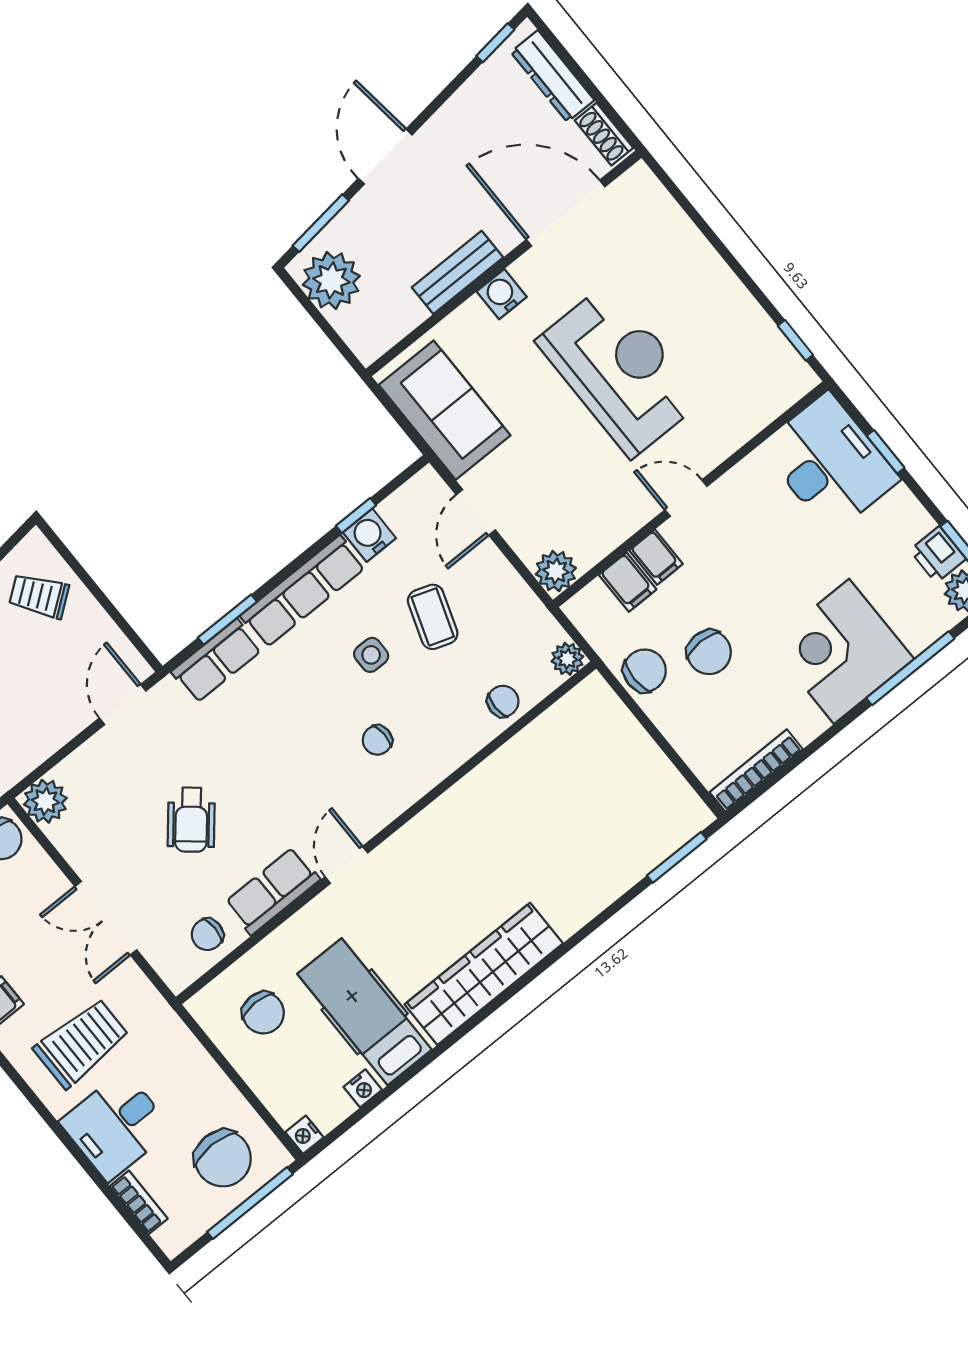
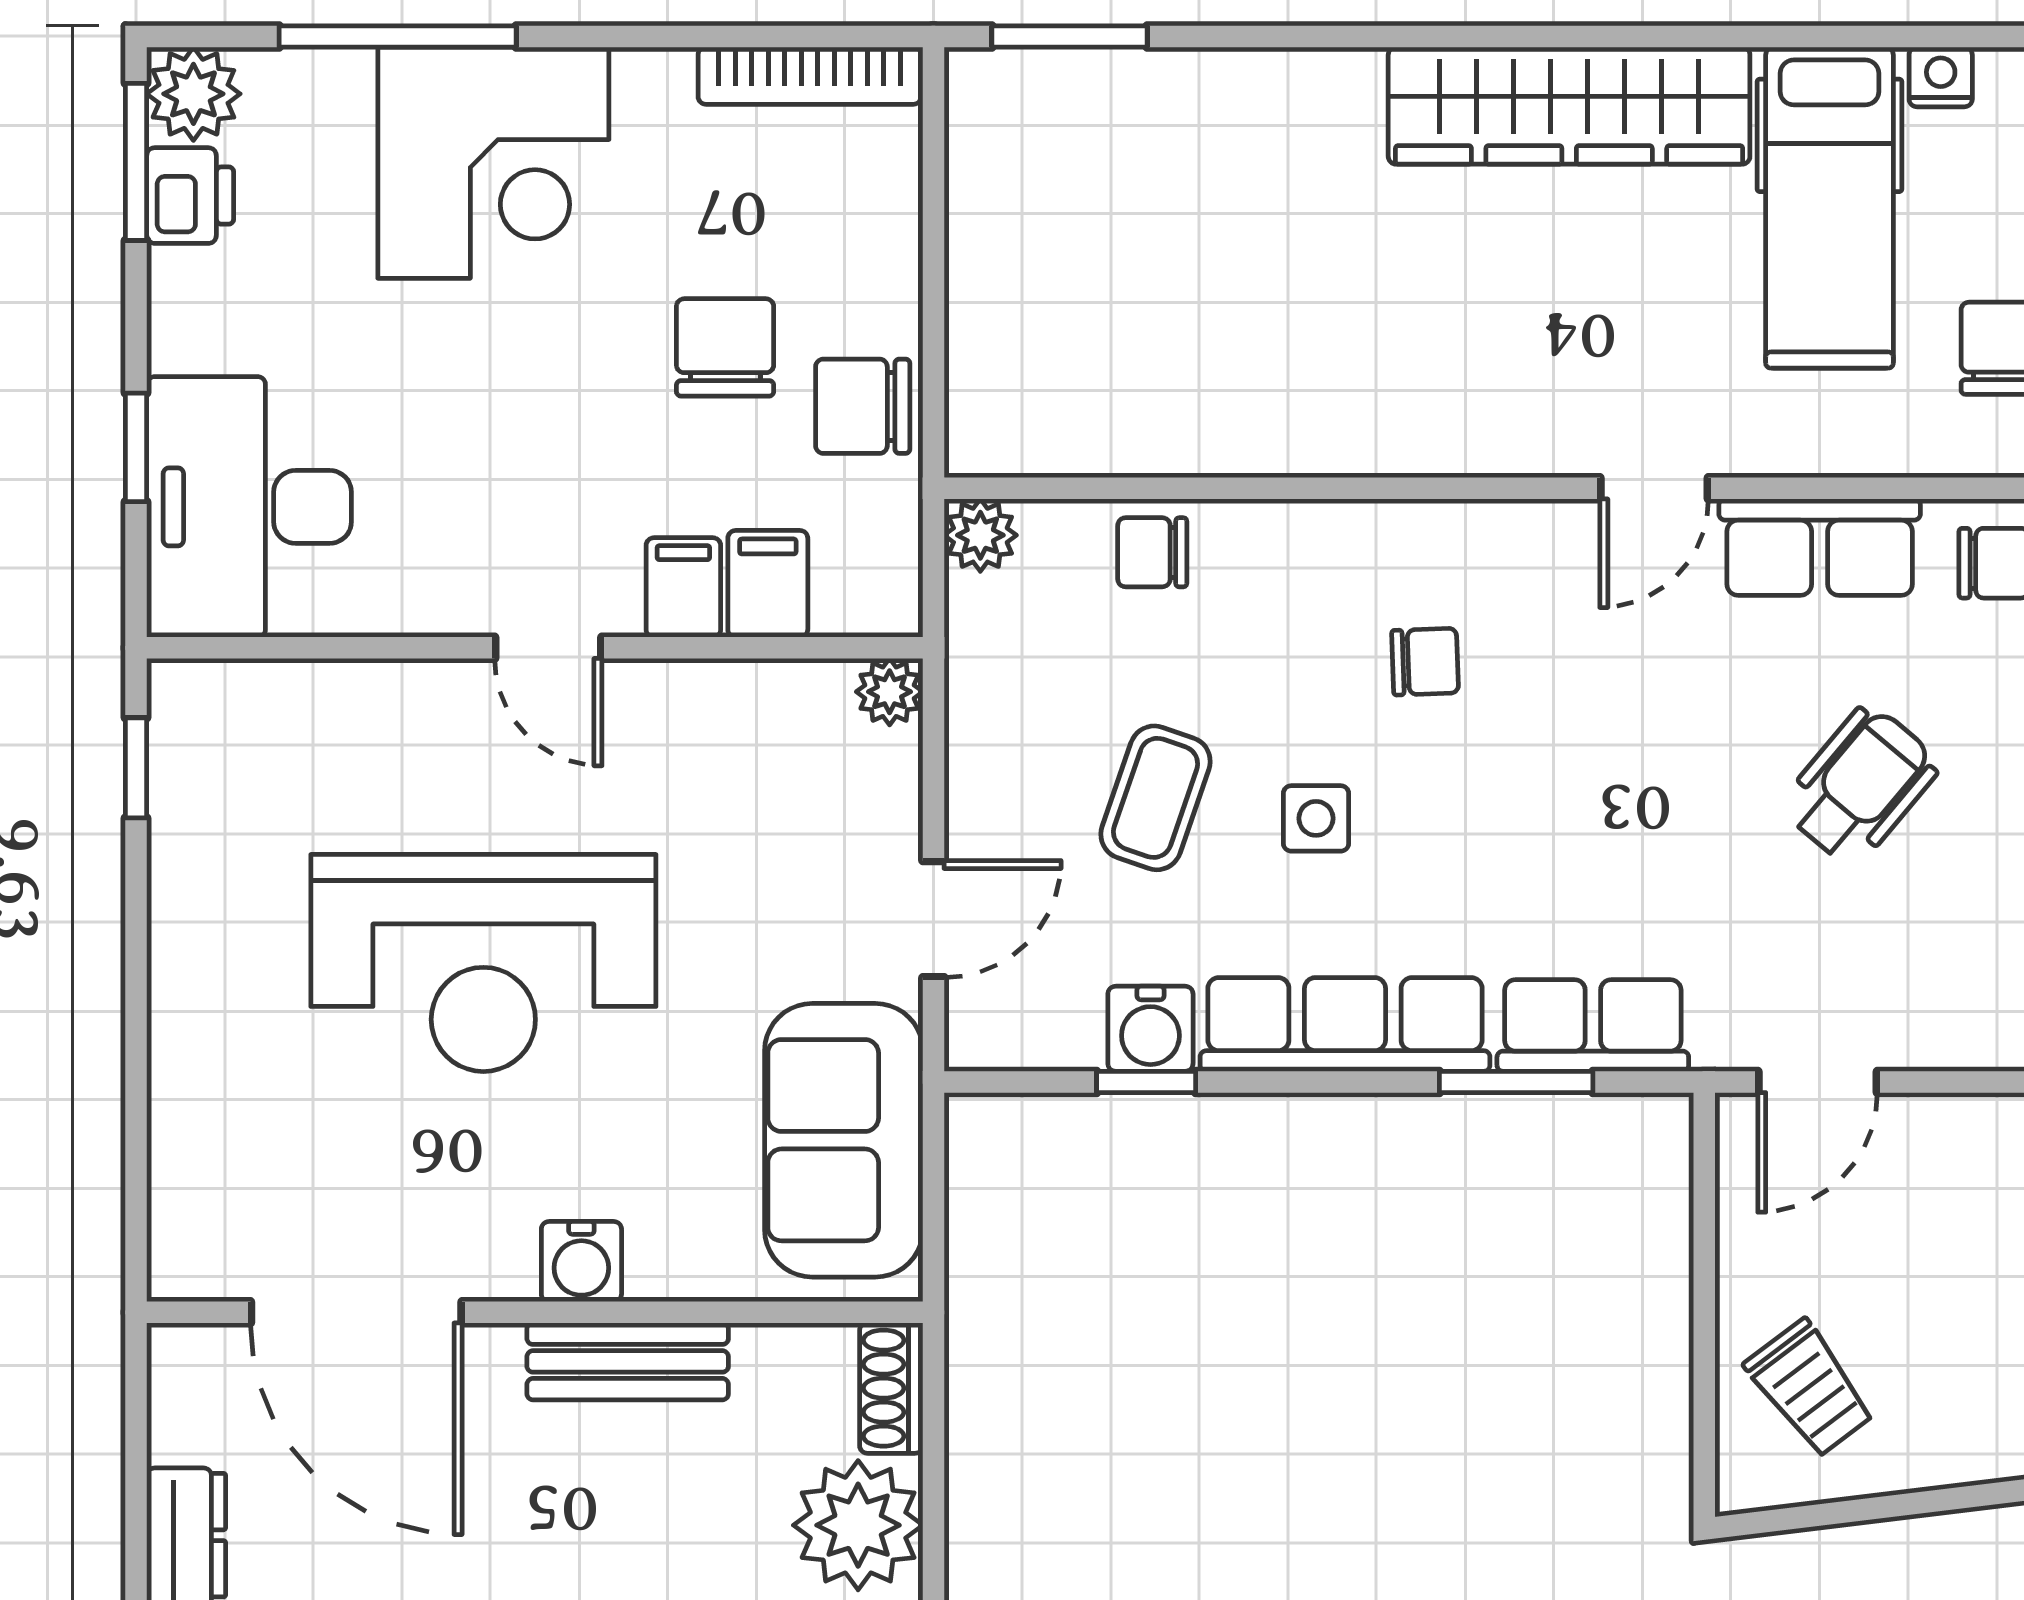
shoe rack: (604, 134) -> (891, 1388), moved, turned 180
reception desk: (620, 370) -> (483, 963), turned -90
plant: (556, 571) -> (890, 692), width x0.73, depth x0.73

